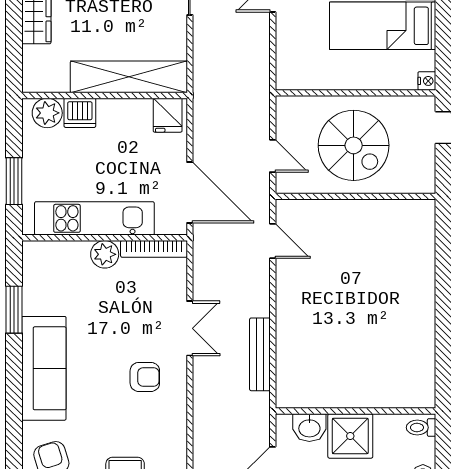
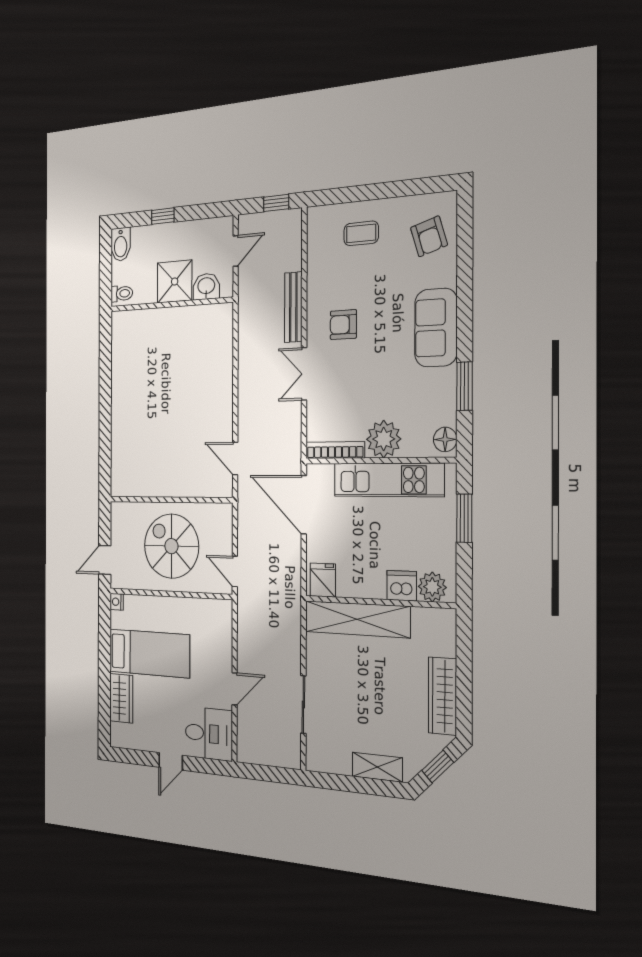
door: (273, 156) -> (235, 571), moved
plant: (105, 254) -> (384, 439), width x1.36, depth x1.36
floor lamp: (34, 258) -> (445, 439), added
bench: (260, 354) -> (293, 307), moved
sofa: (44, 368) -> (436, 328), width x0.73

